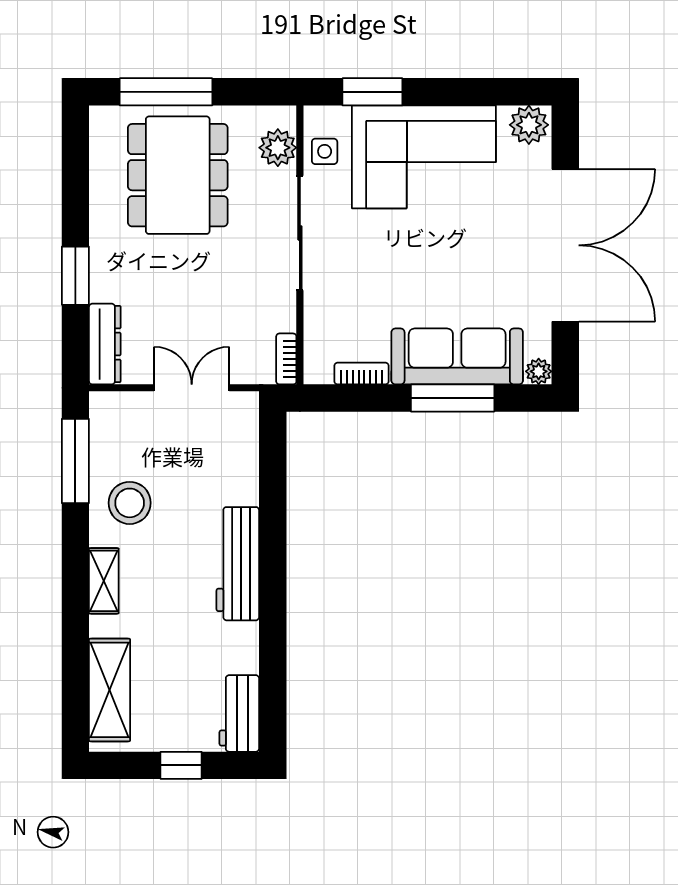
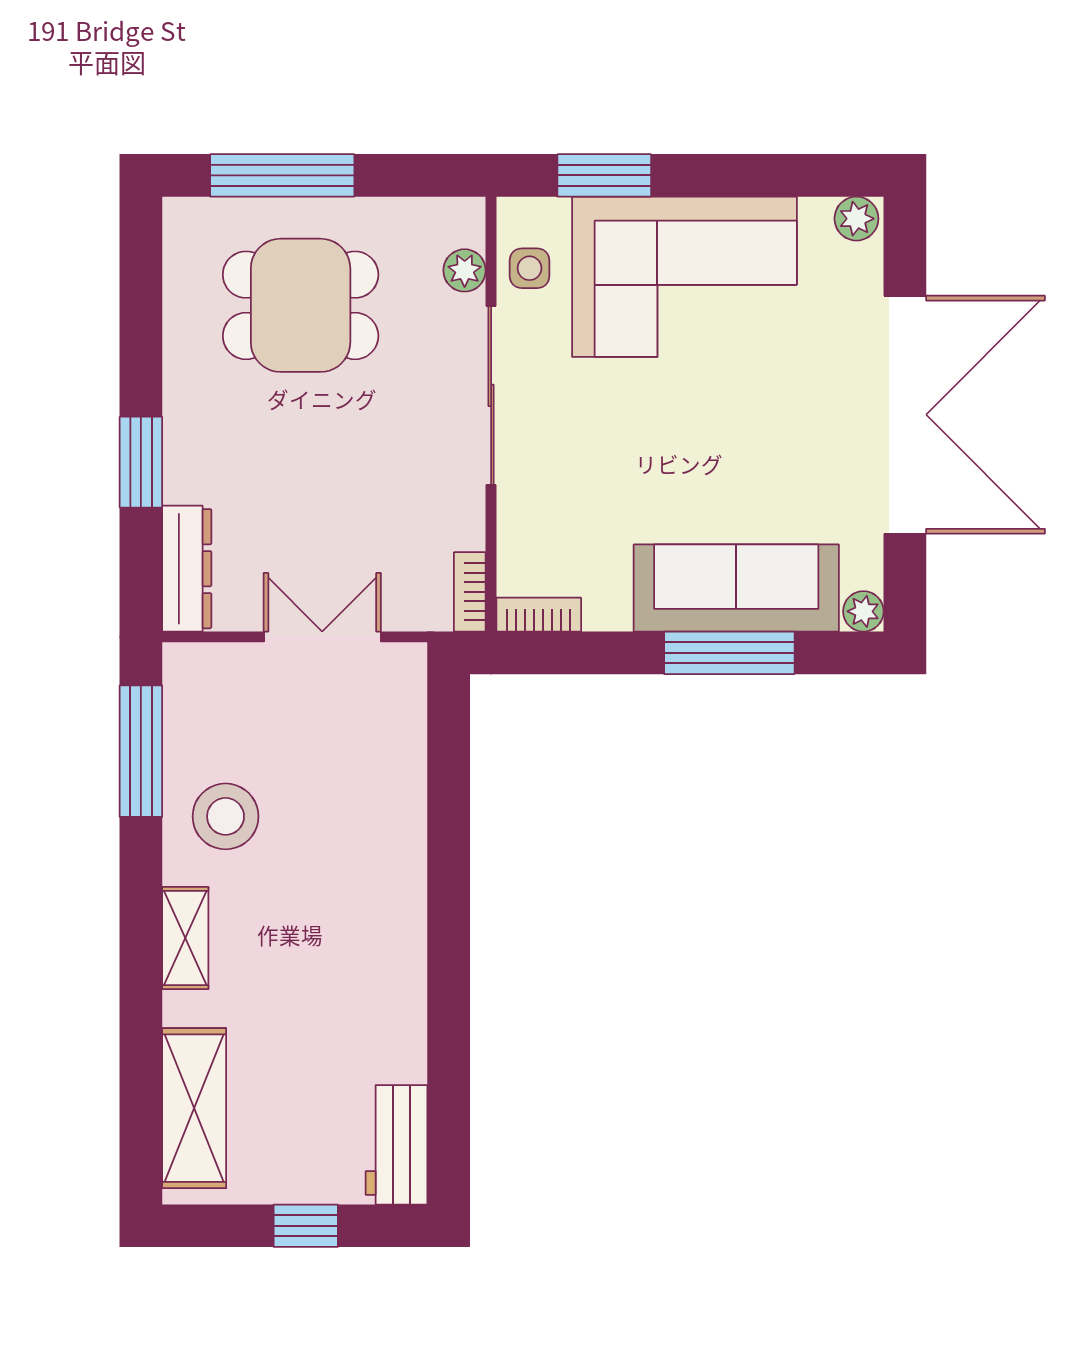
plant: (529, 125) -> (856, 219), width x0.73, depth x0.73
plant: (278, 148) -> (465, 270), width x0.73, depth x0.73
dining table: (178, 175) -> (301, 305), width x0.73
bookcase: (362, 374) -> (539, 615), moved
workbench: (238, 564) -> (394, 911), removed

